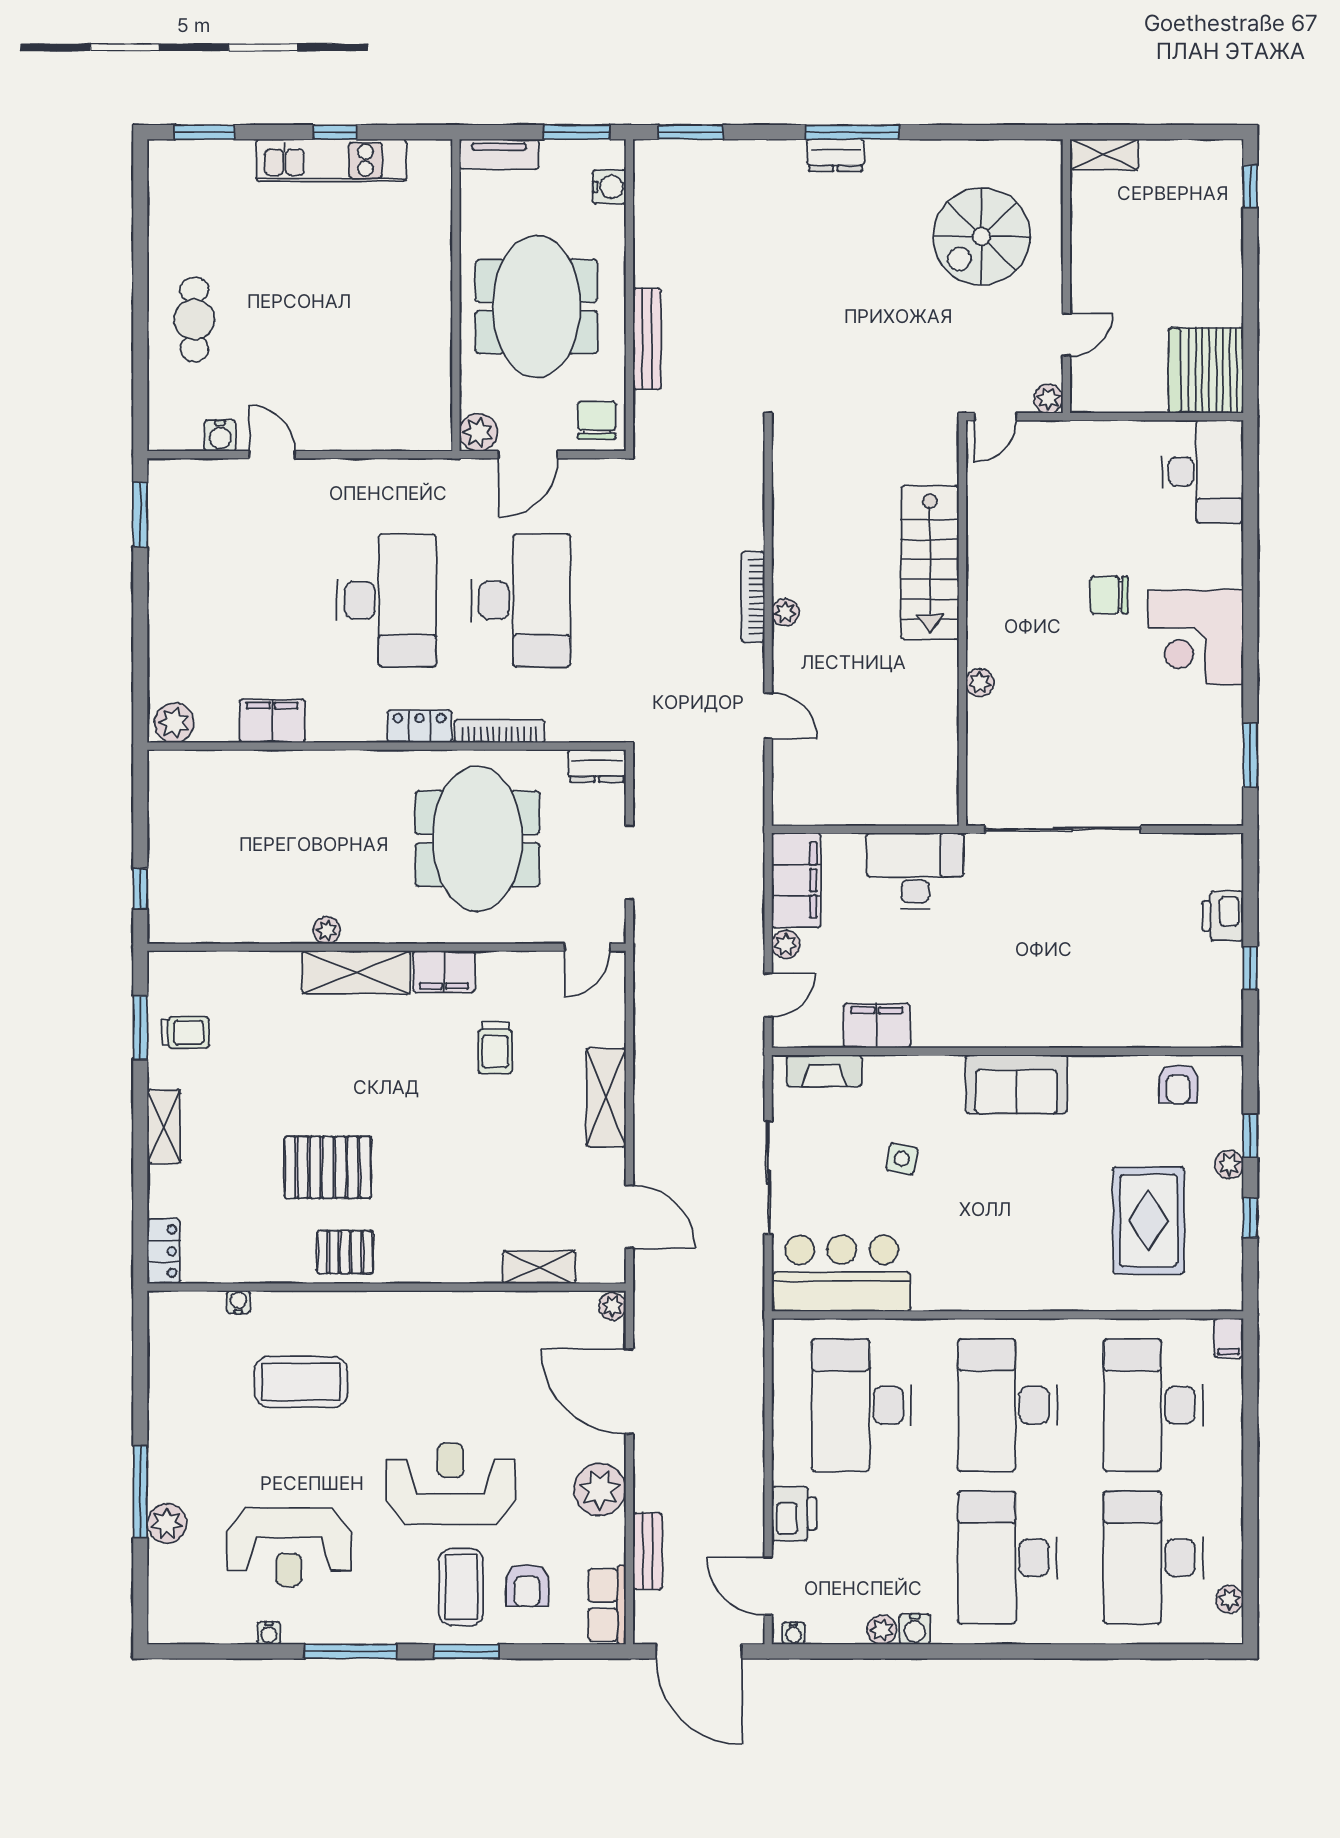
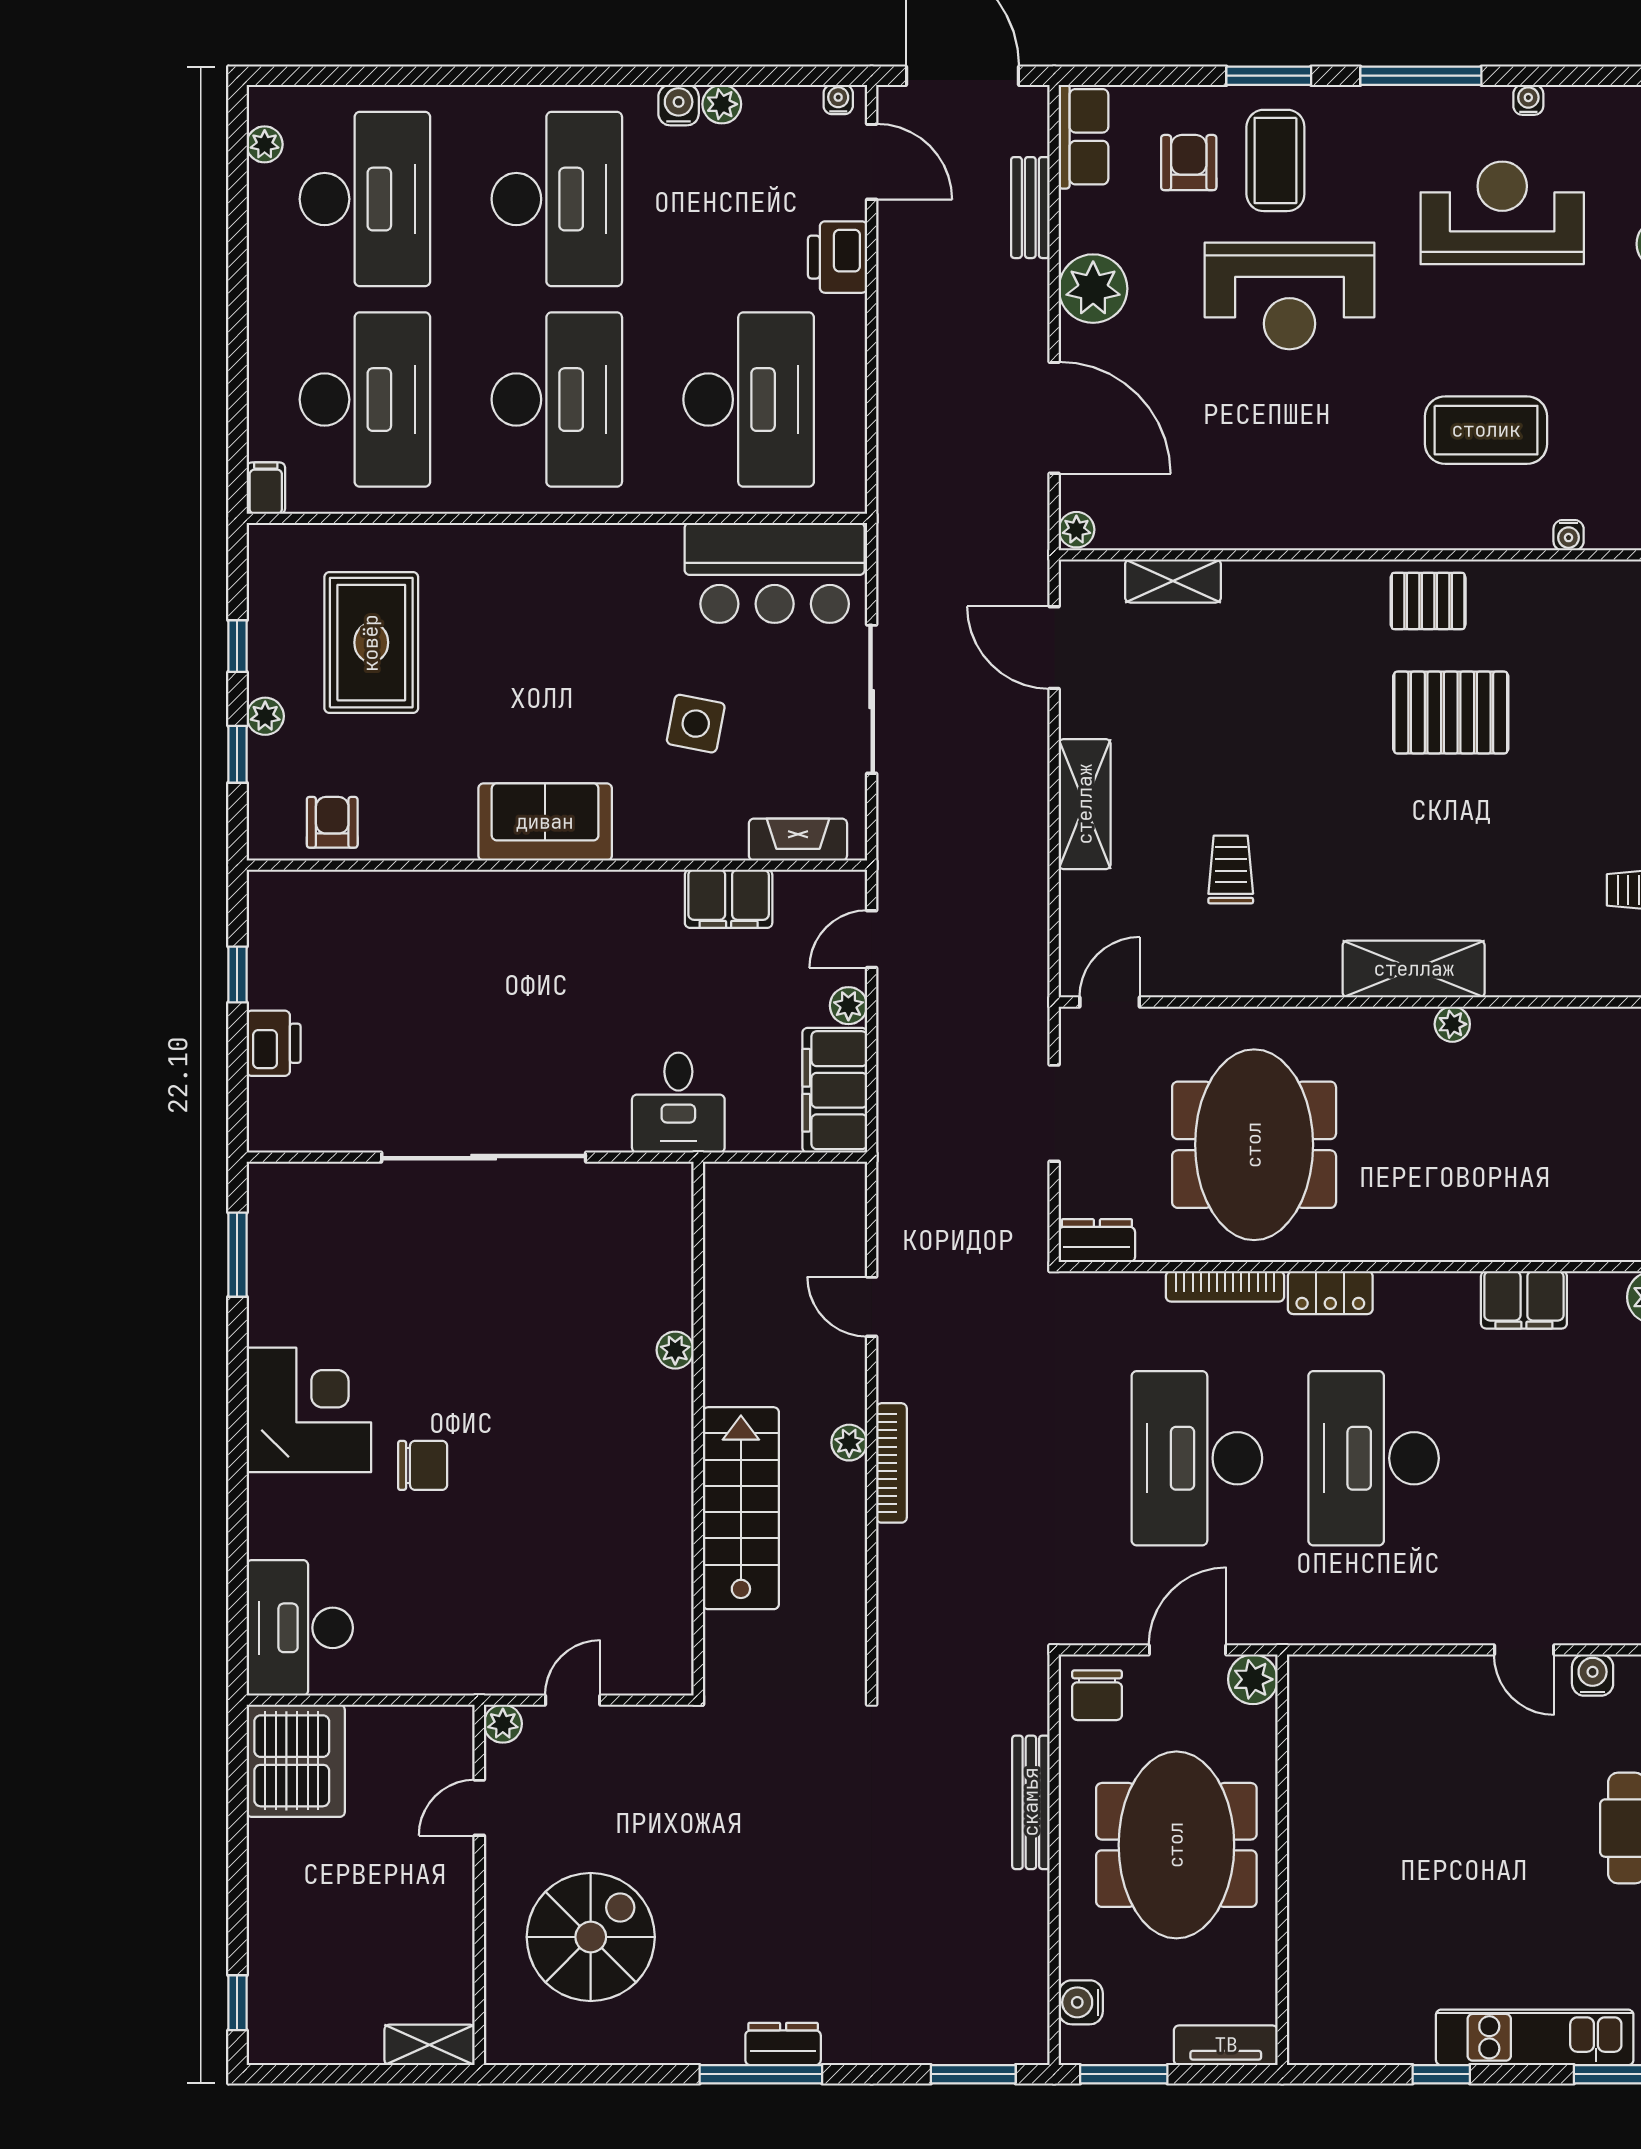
kitchen unit: (331, 160) -> (1535, 2037), moved
stairs: (930, 562) -> (741, 1508), moved
wall: (962, 623) -> (698, 1429), moved
plant: (980, 683) -> (675, 1350), moved
desk: (915, 871) -> (678, 1103), width x0.73
filing cabinet: (444, 971) -> (1298, 970), removed
side table: (902, 1159) -> (696, 724), width x1.37, depth x1.37

